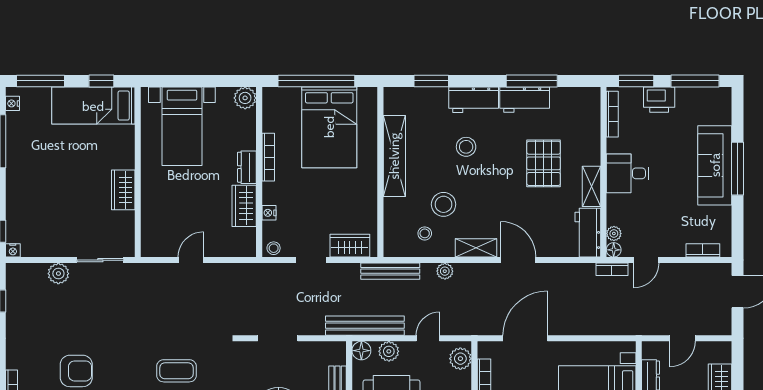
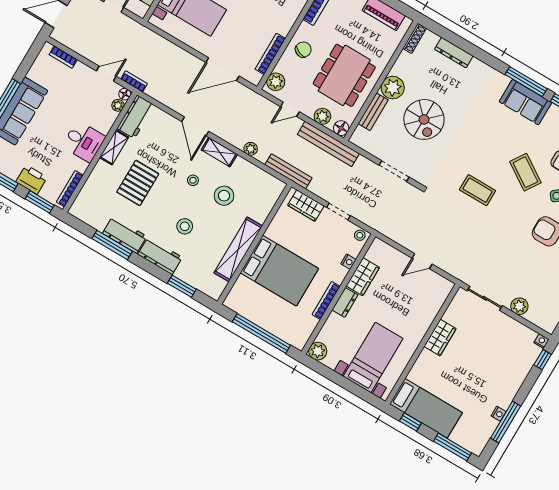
nightstand: (13, 103) -> (499, 414), moved
bed: (329, 127) -> (279, 271), moved, turned 90
stool: (425, 233) -> (193, 180), moved

